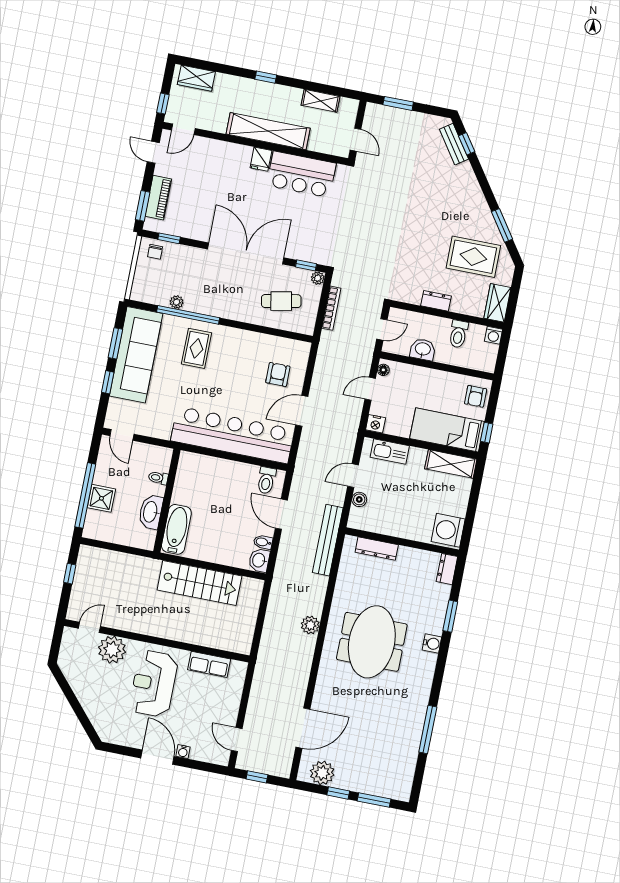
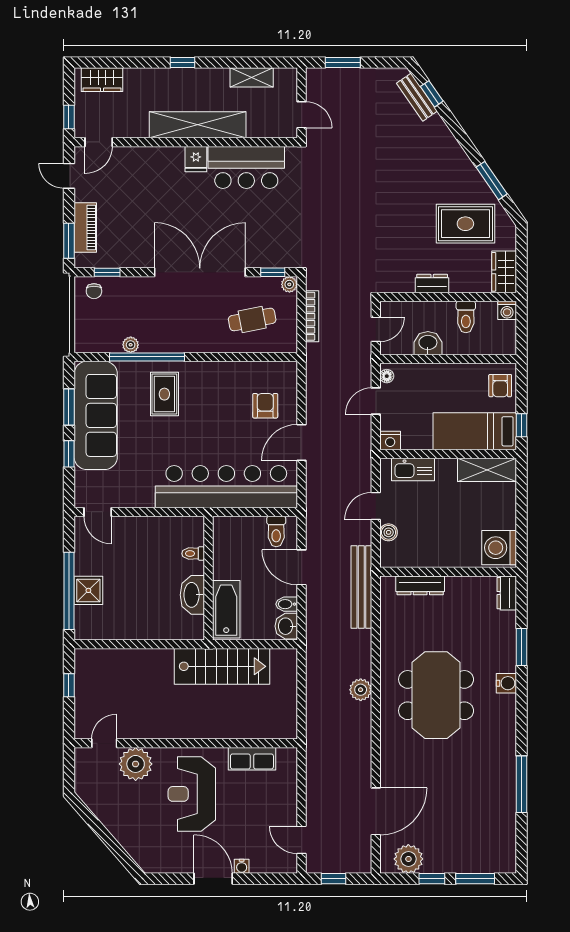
toilet: (158, 478) -> (193, 554), moved
wall: (167, 501) -> (208, 578), moved
washbasin: (151, 512) -> (192, 595), moved
bathtub: (176, 529) -> (226, 609), moved

